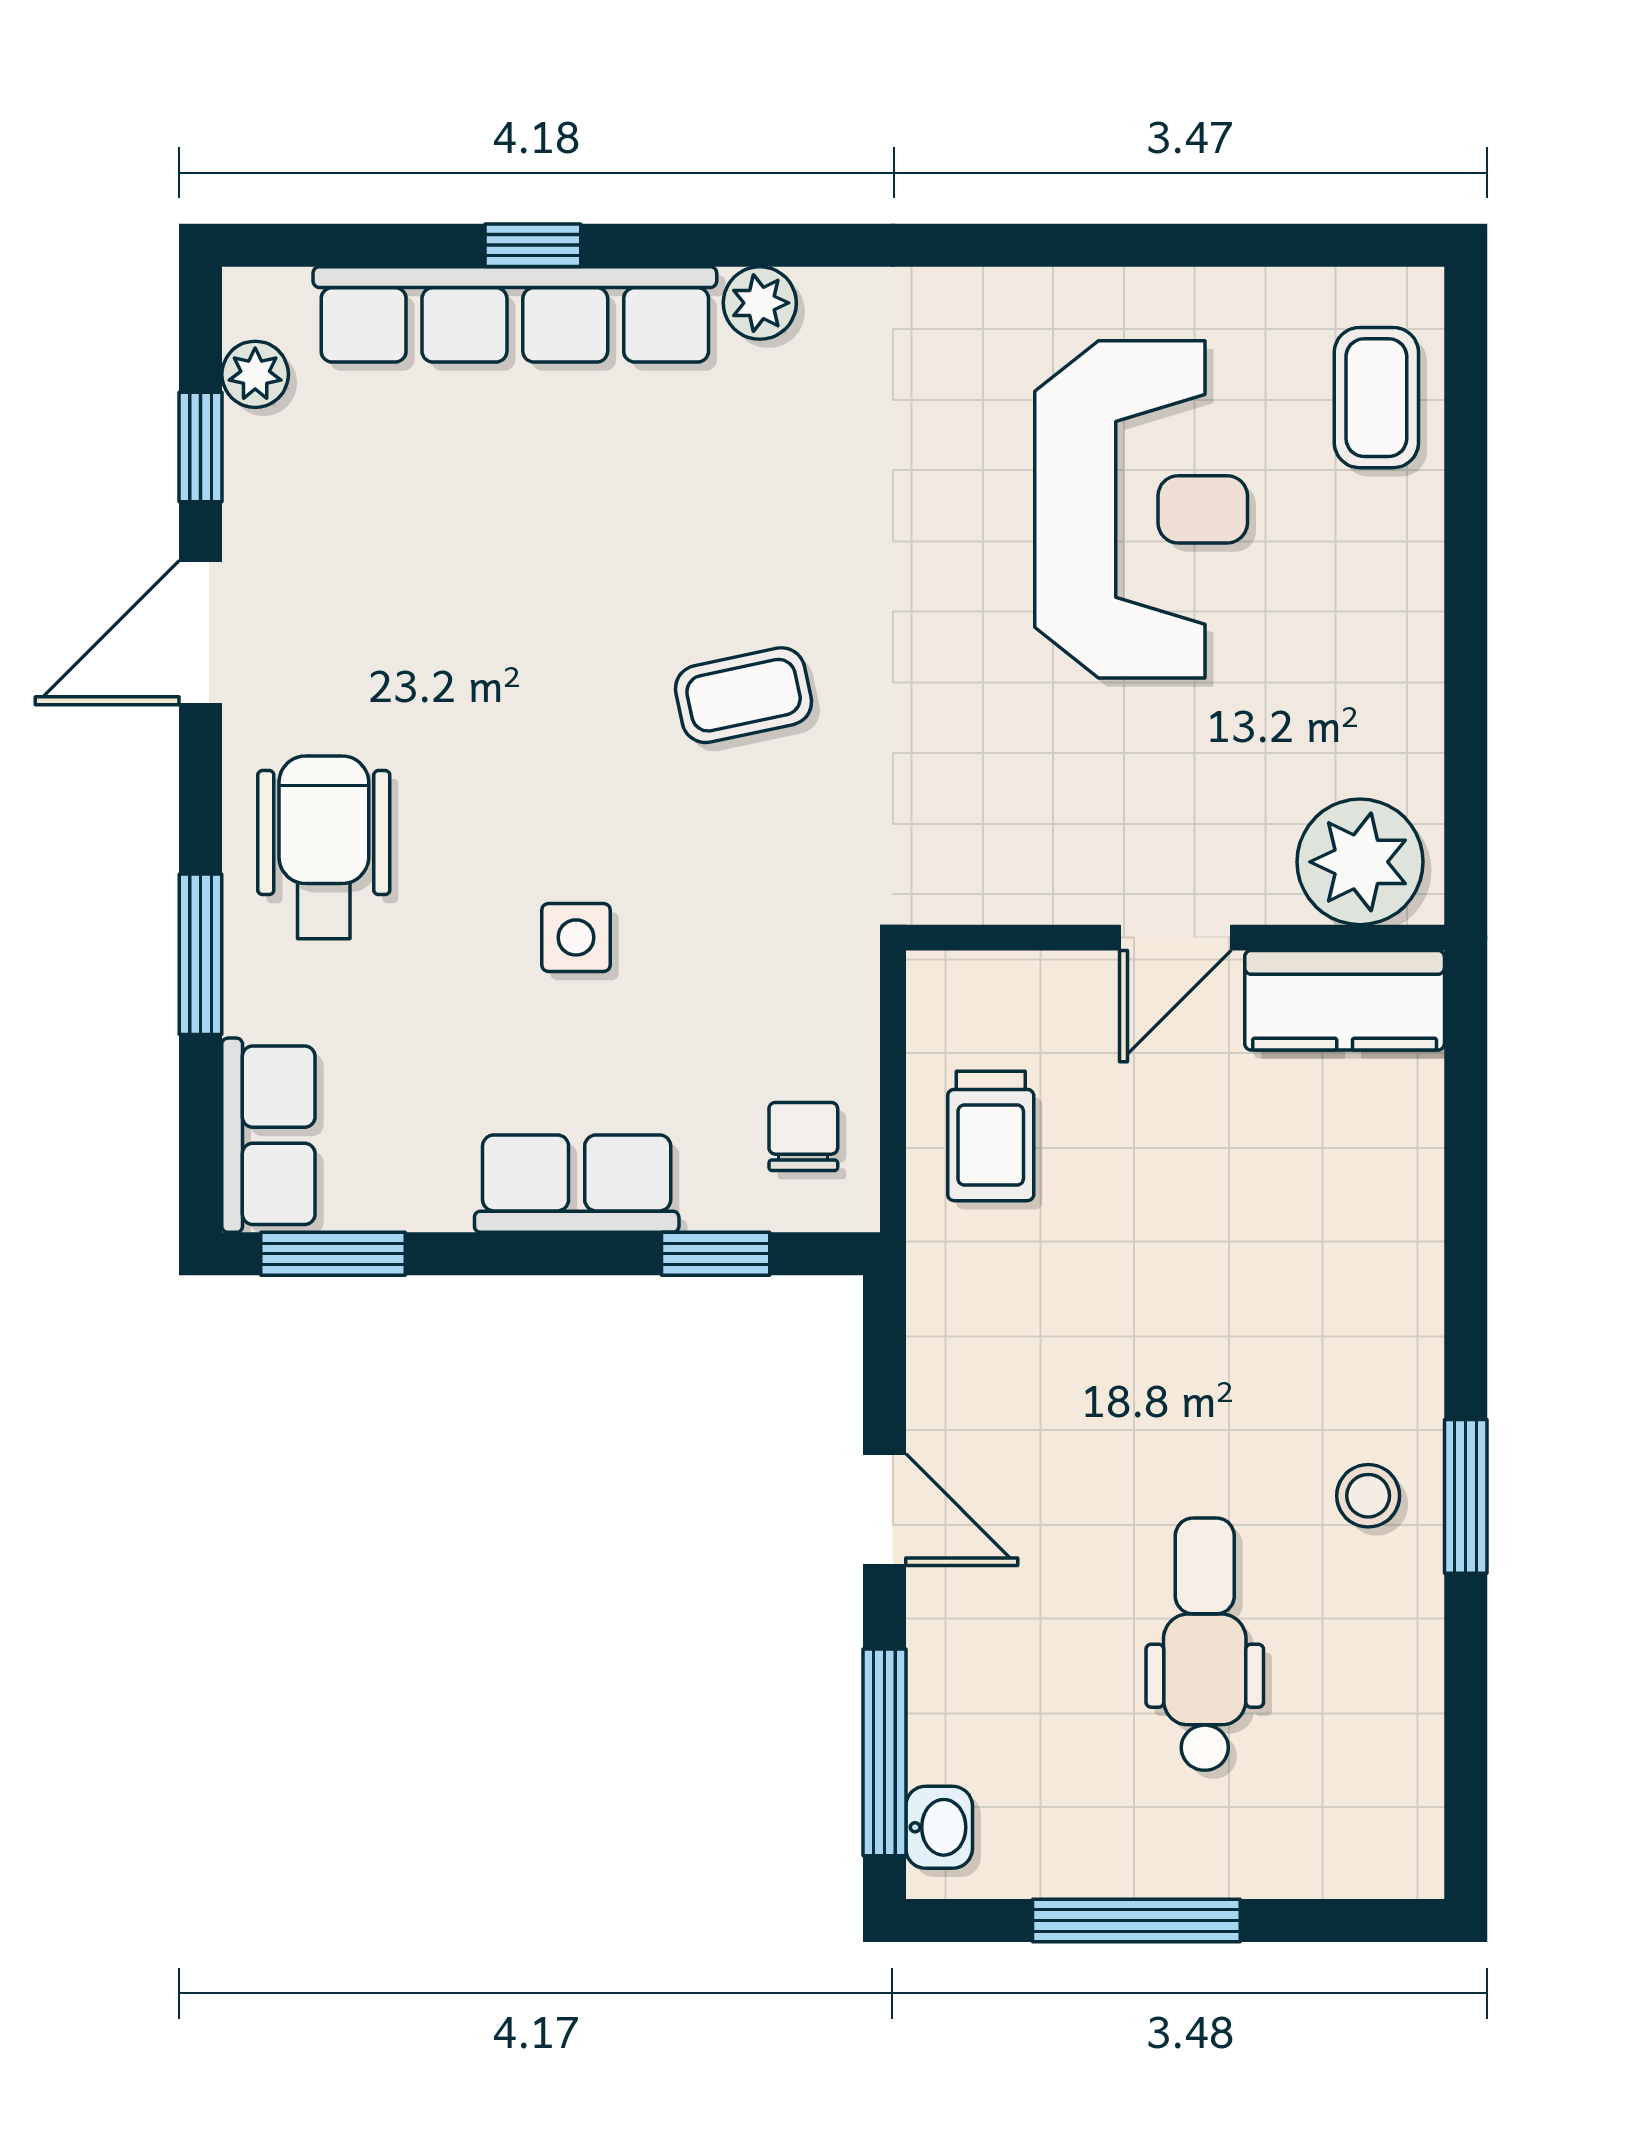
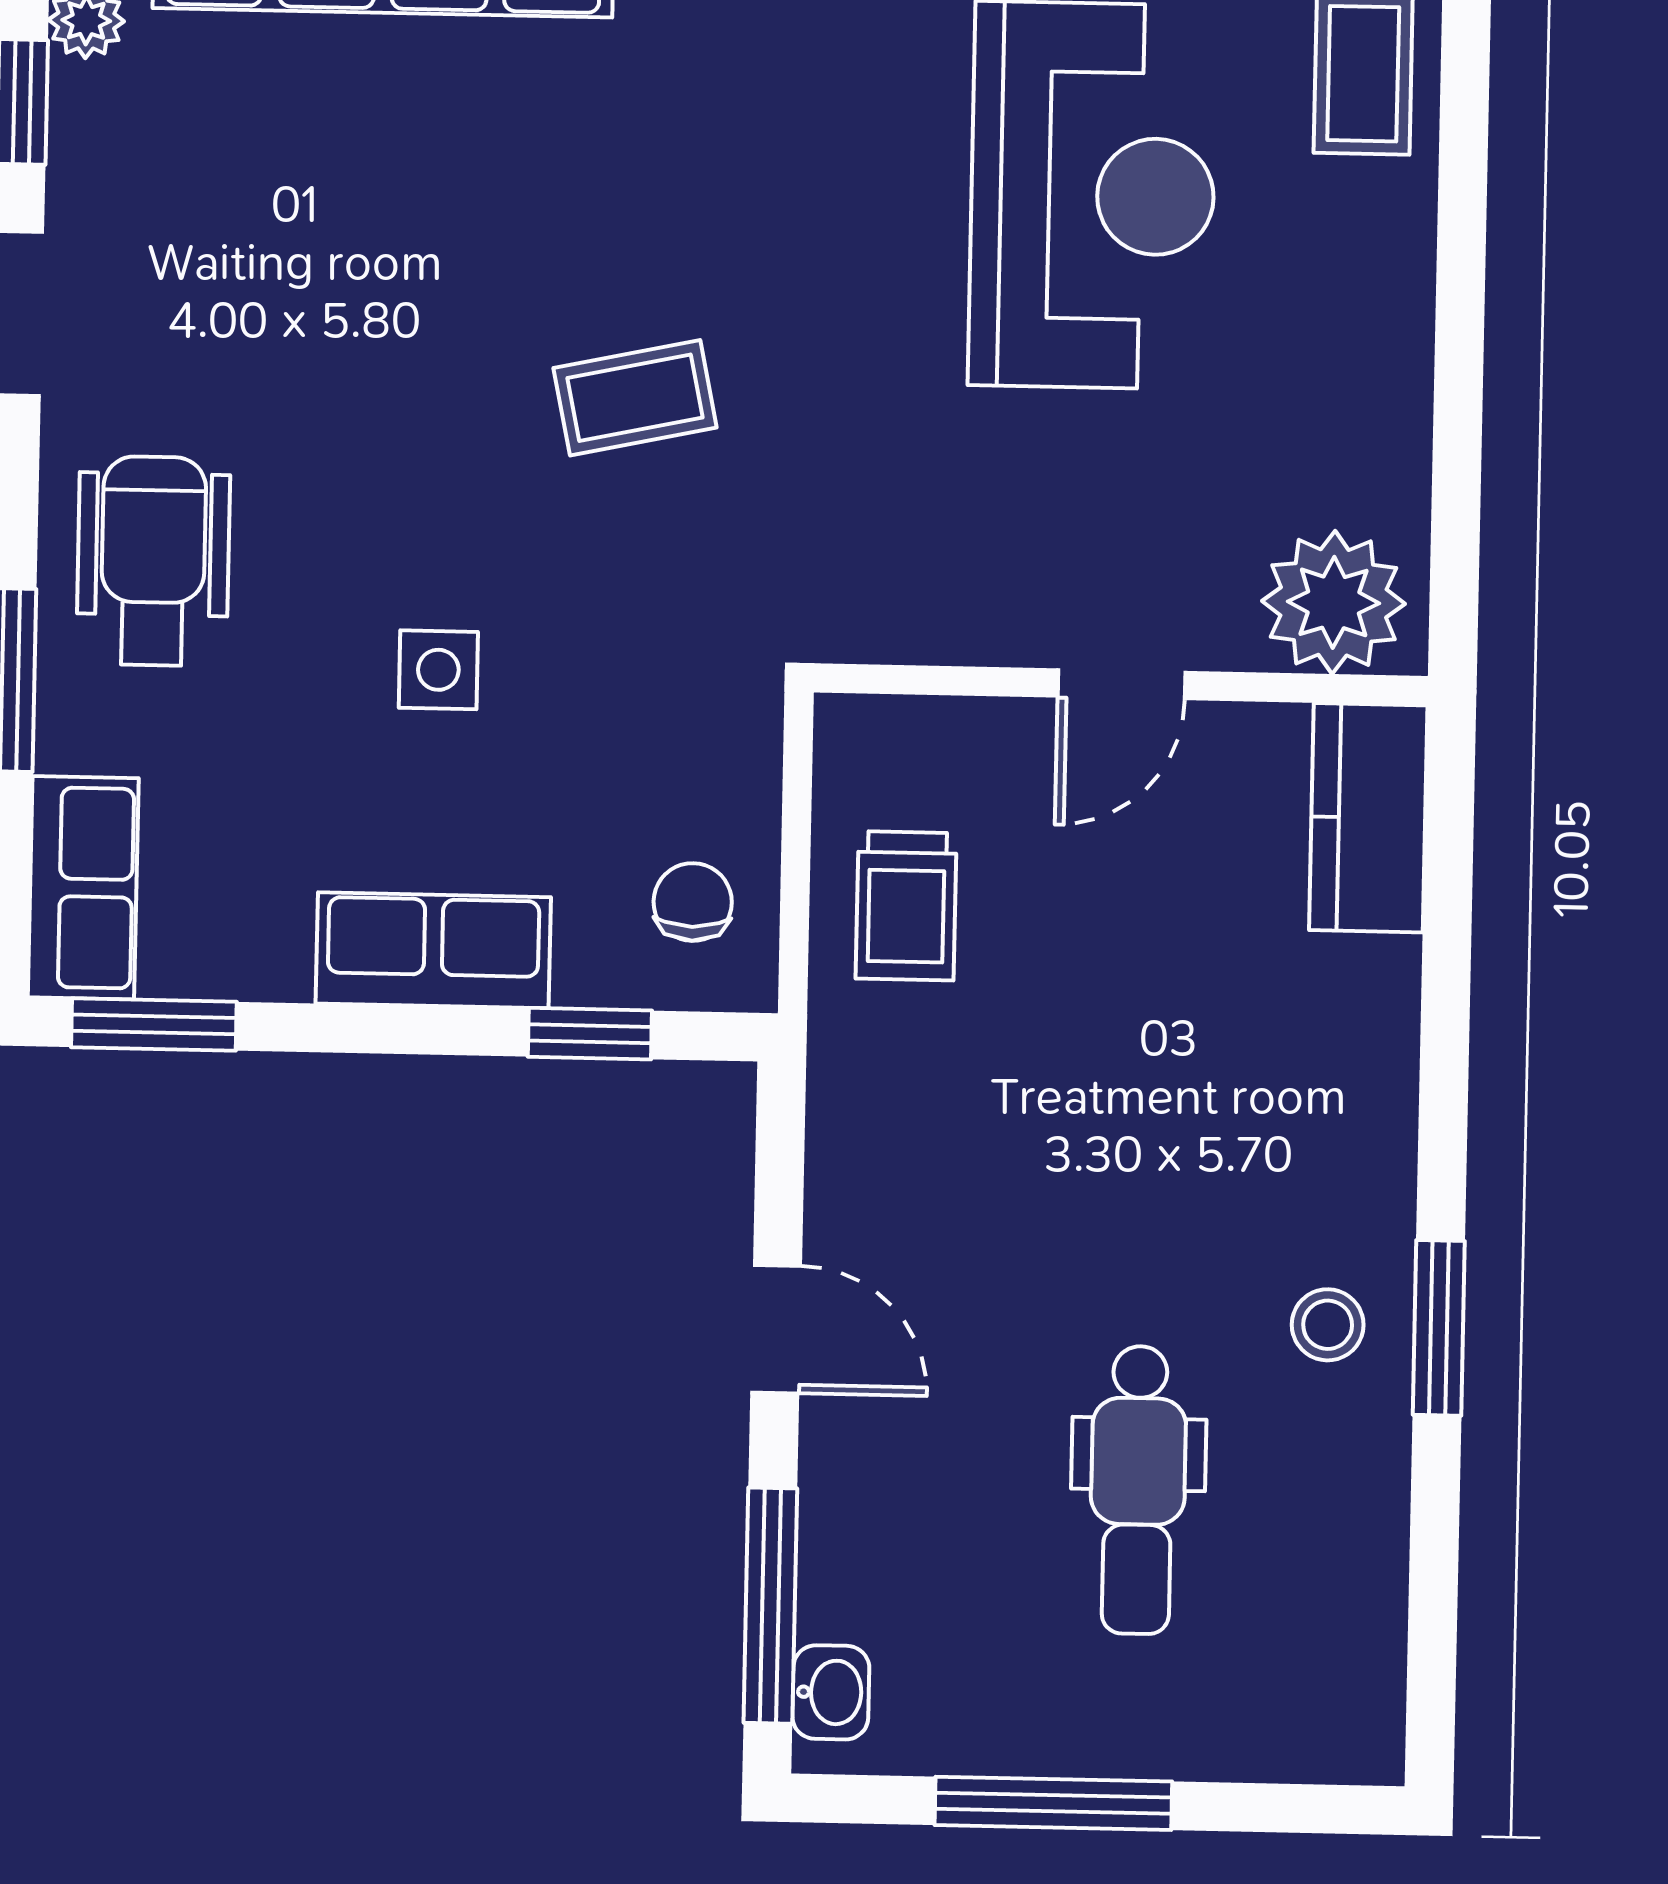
kitchen counter: (1345, 1000) -> (1368, 818), moved, turned 90
dental chair: (1205, 1644) -> (1138, 1490), turned 180

